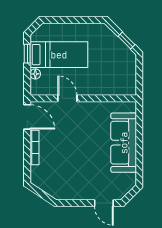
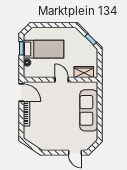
wardrobe: (117, 87) -> (84, 72), added
door: (67, 98) -> (62, 80), moved

